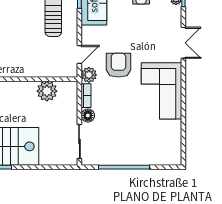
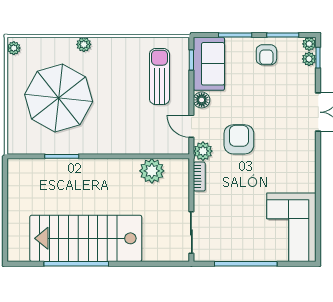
door: (79, 54) -> (191, 126), swing flipped
corner sofa: (162, 91) -> (291, 227), moved
floor lamp: (88, 115) -> (202, 100), moved

